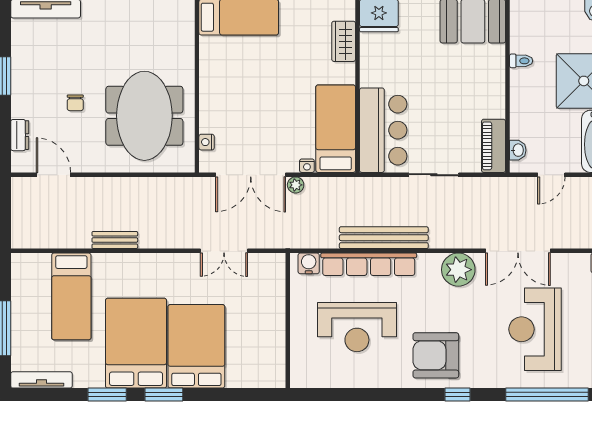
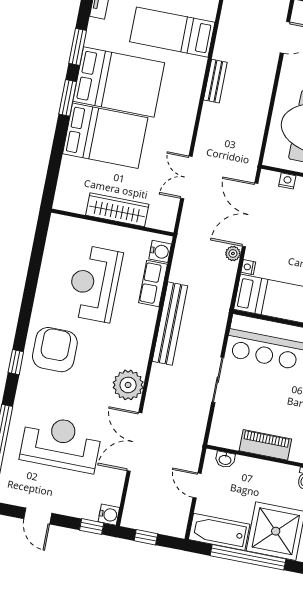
piano: (494, 146) -> (265, 445), moved
row of seats: (369, 264) -> (153, 284), width x0.50
wardrobe: (273, 318) -> (117, 210), added

